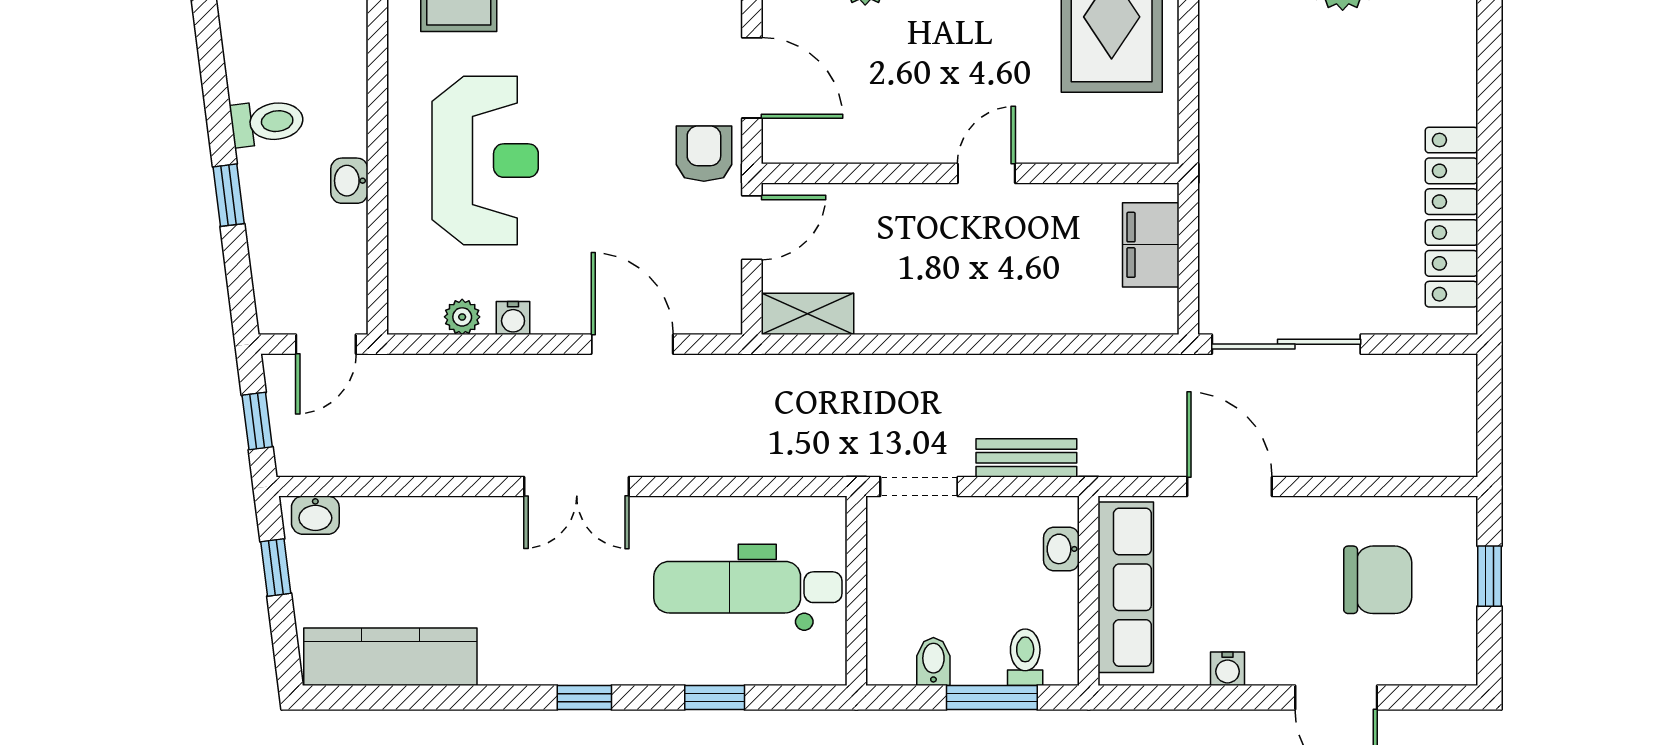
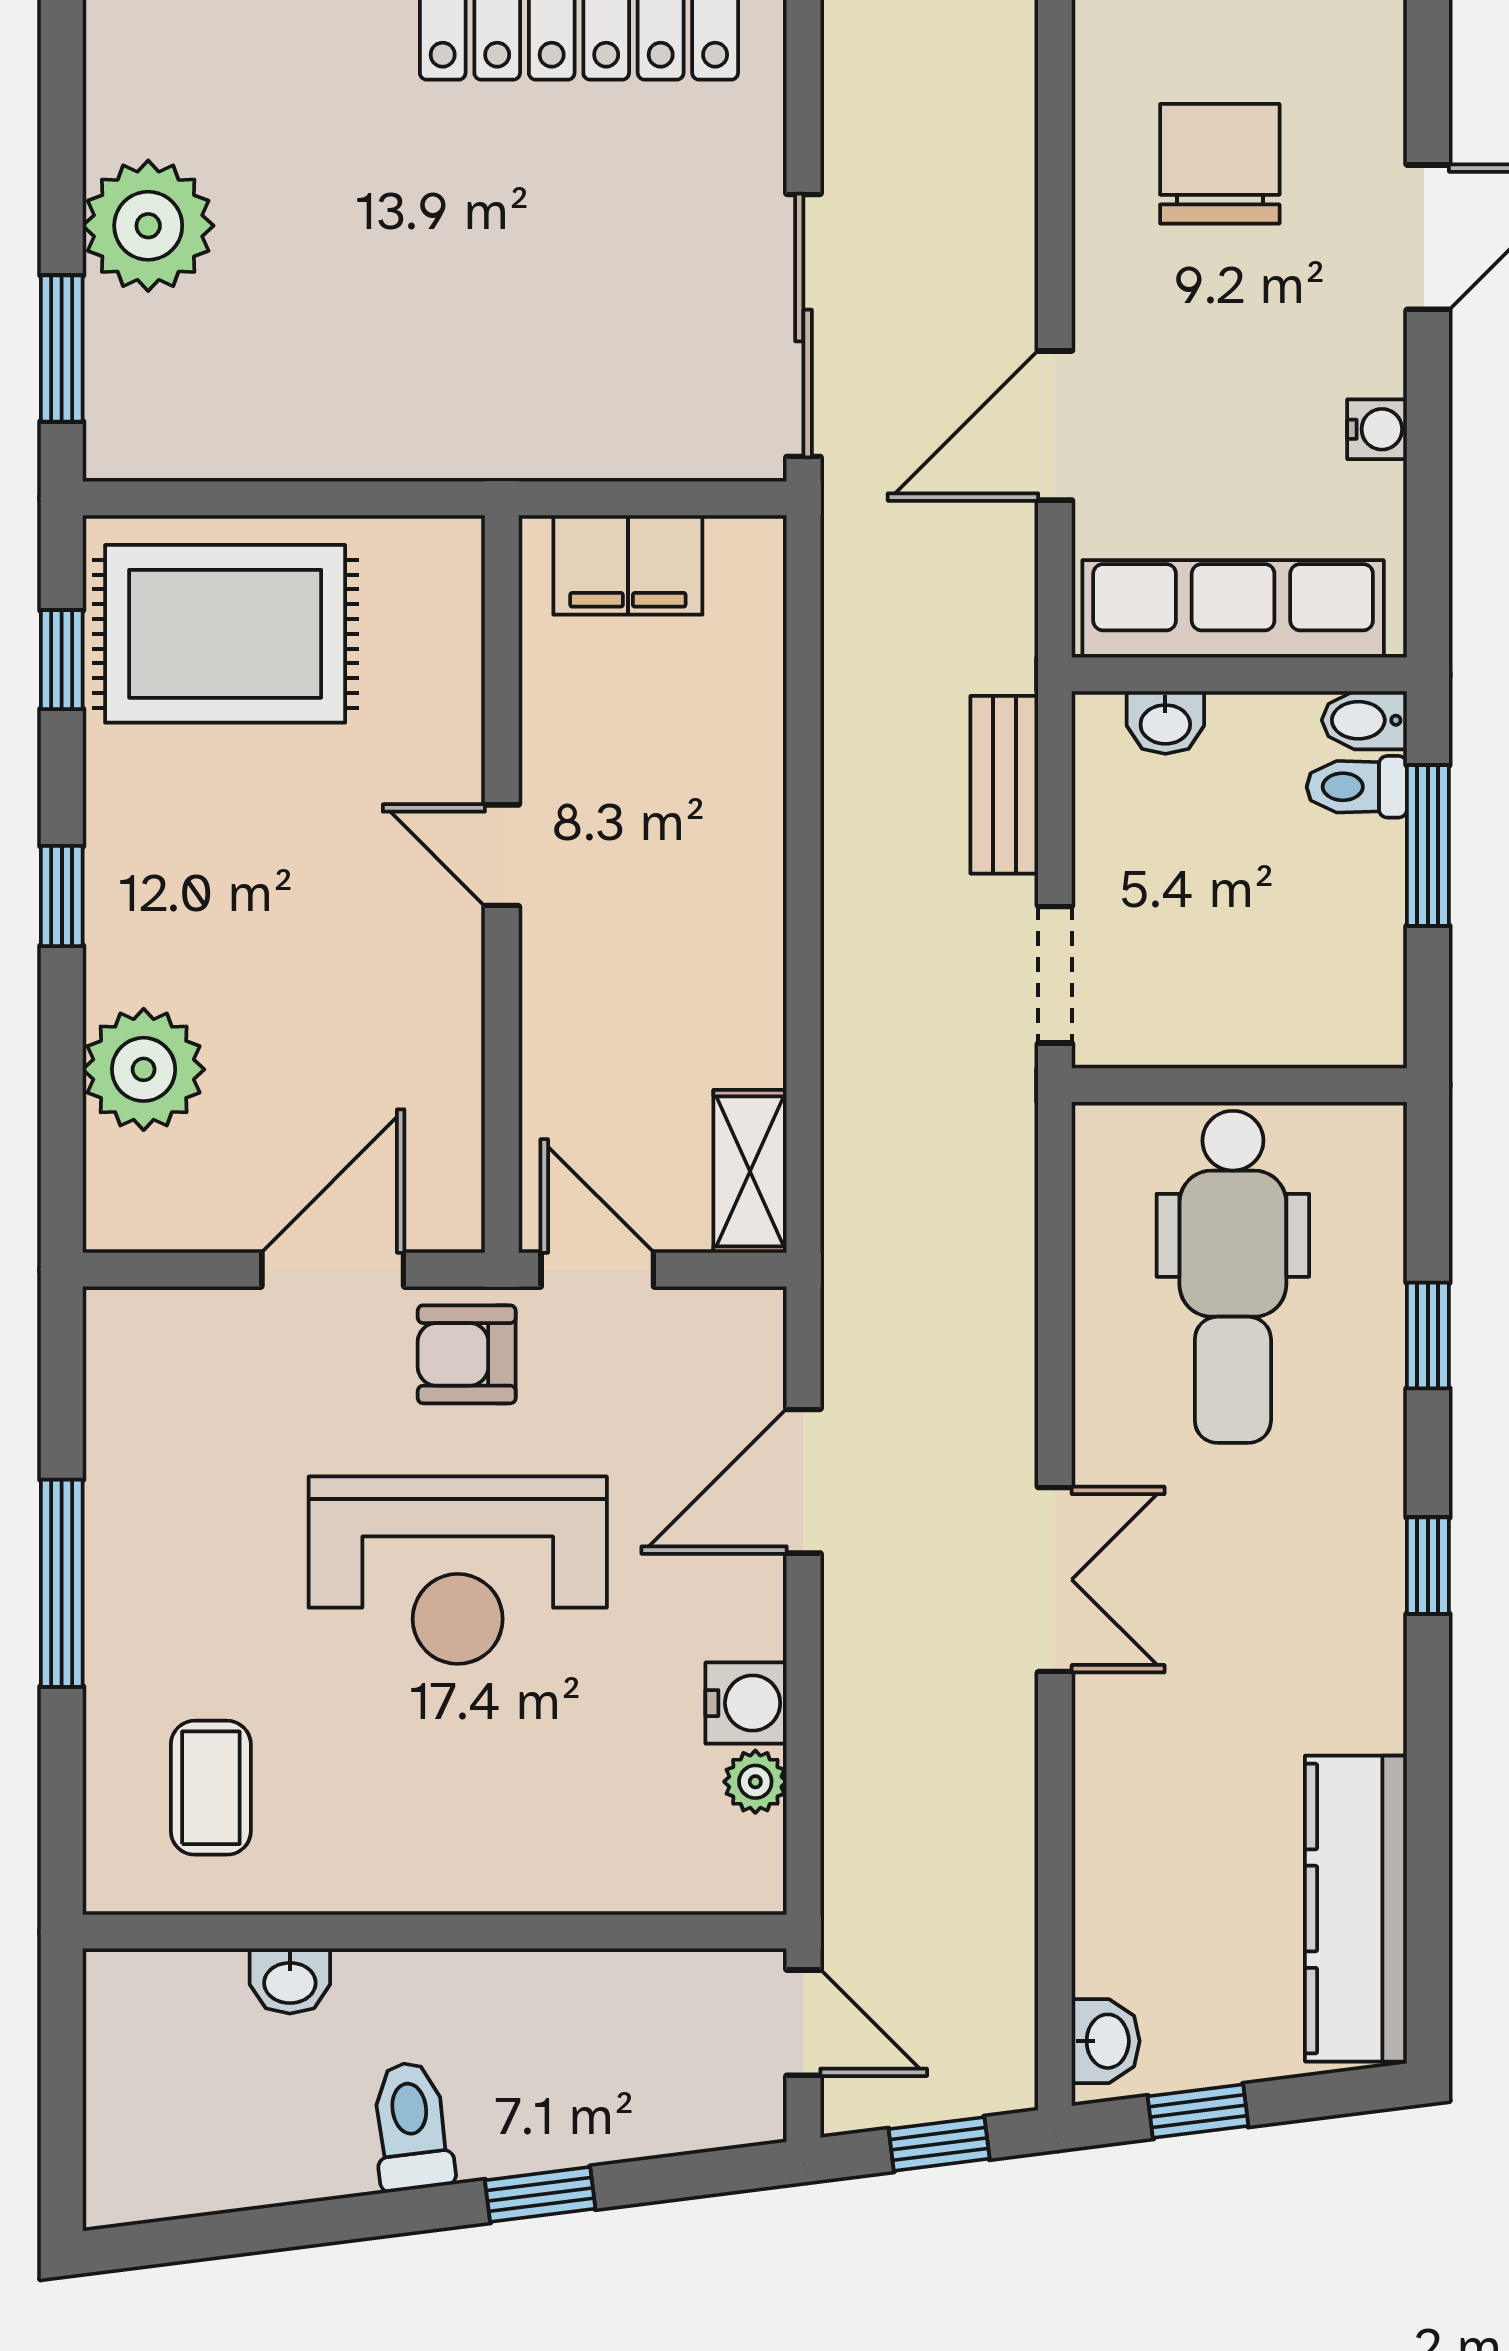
reception desk: (485, 161) -> (458, 1570), moved, turned 180
washbasin: (349, 181) -> (290, 1981), moved
water cooler: (513, 318) -> (746, 1703), width x1.38, depth x1.38
bidet: (933, 662) -> (1364, 720), moved

